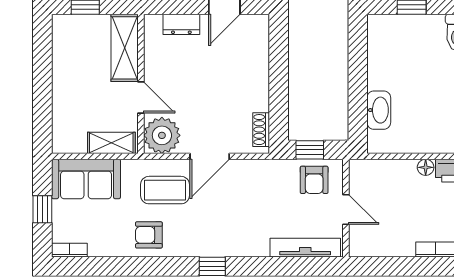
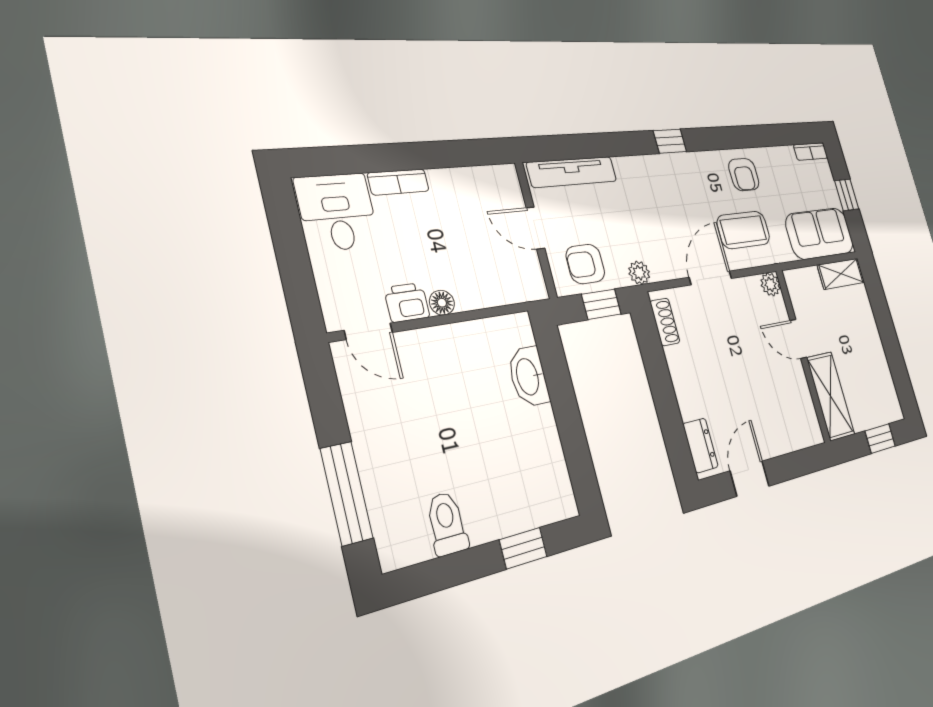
dresser: (181, 24) -> (701, 445), moved, turned 90
plant: (162, 135) -> (770, 284), width x0.53, depth x0.53
shelving: (111, 143) -> (841, 274), moved
plant: (272, 168) -> (639, 273), added
armchair: (314, 180) -> (585, 264), turned -90
armchair: (149, 235) -> (744, 175), turned 90

